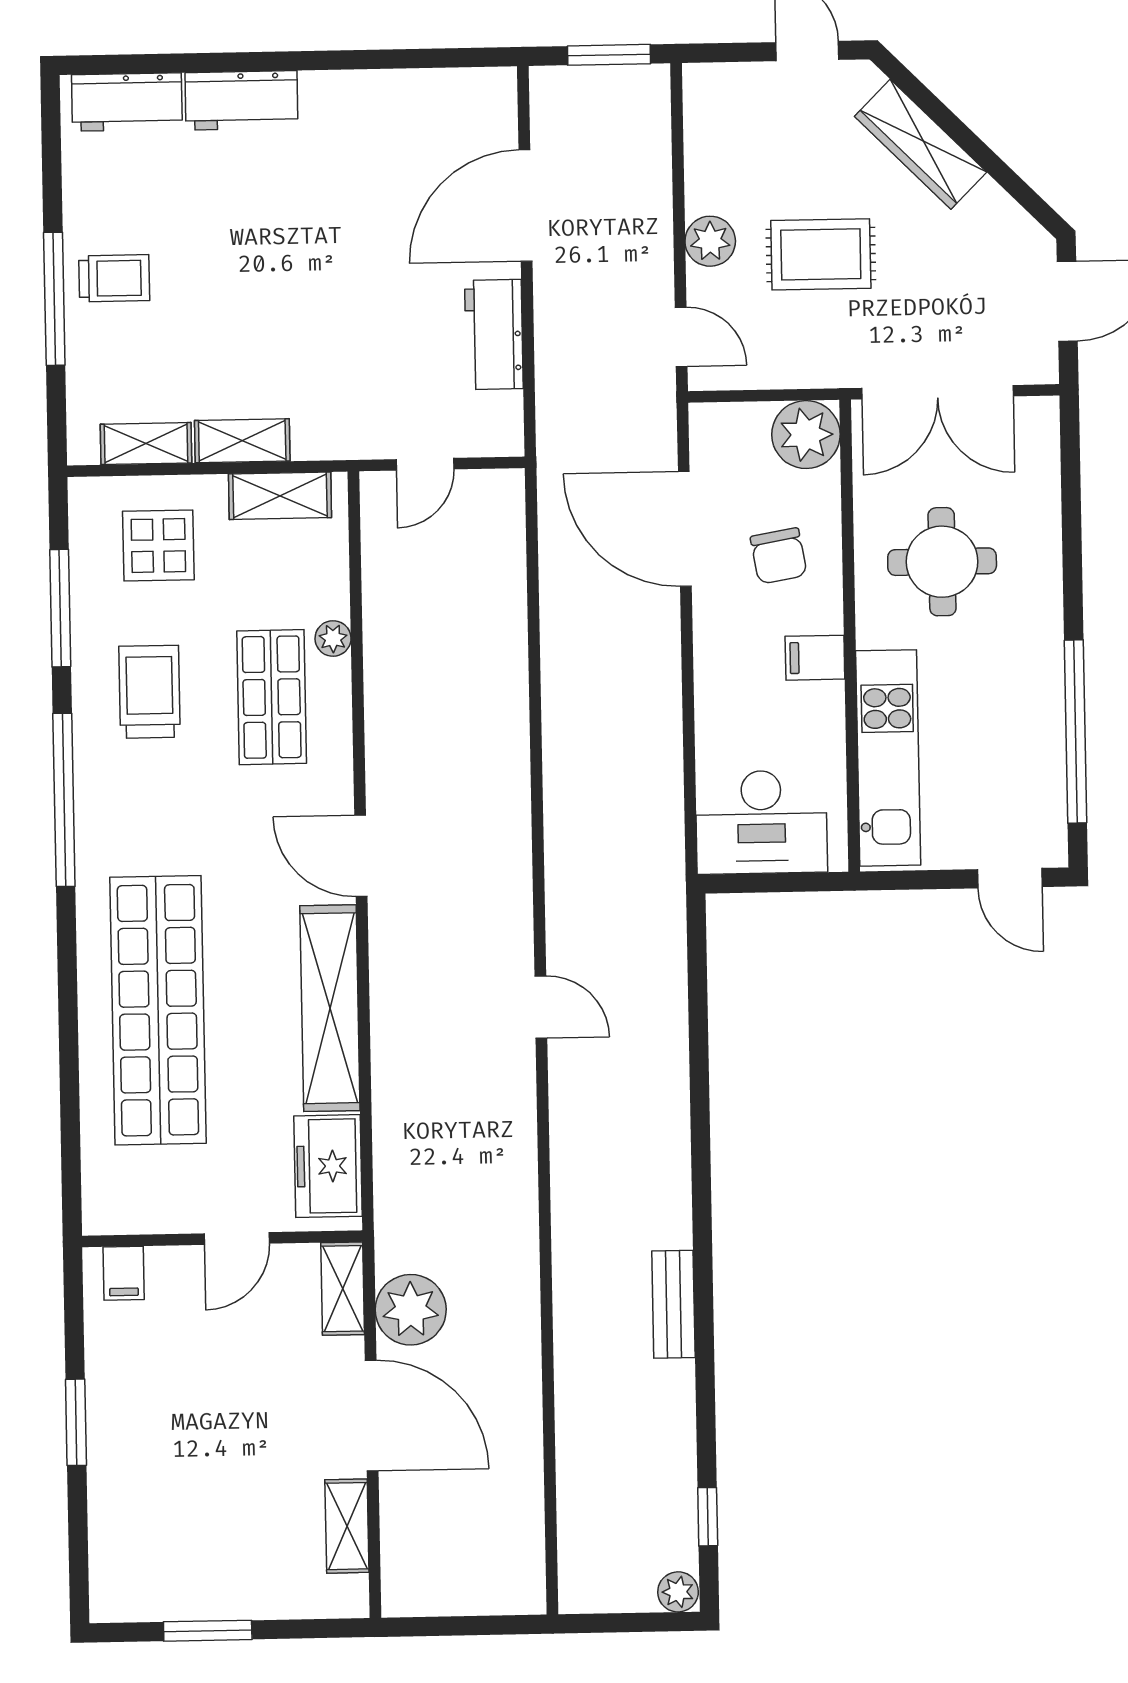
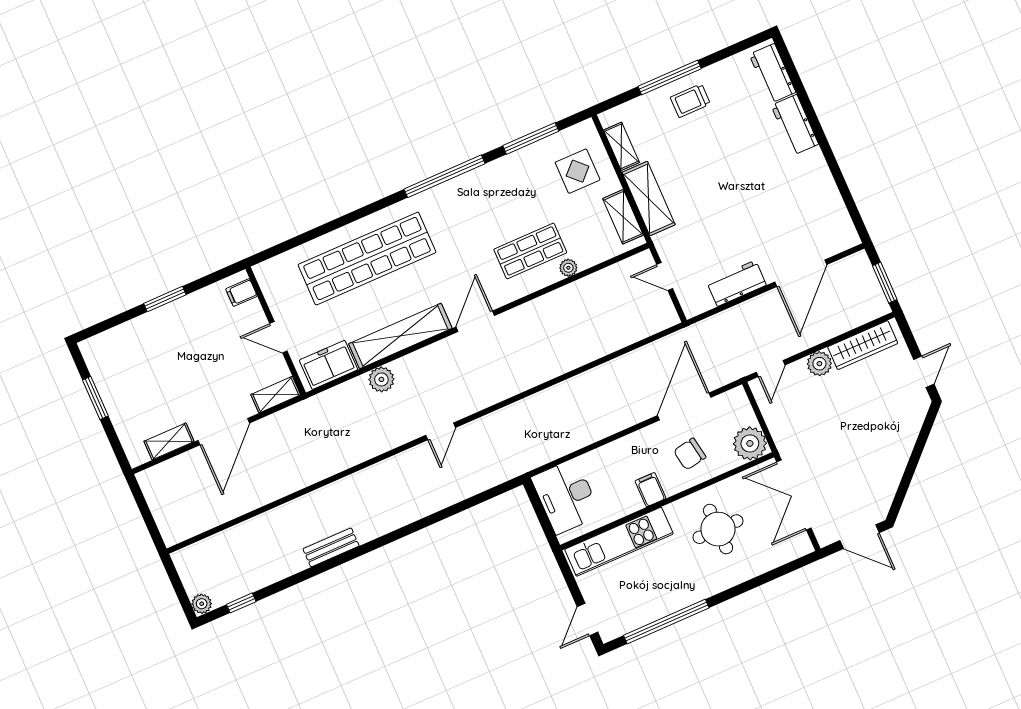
wardrobe: (921, 144) -> (863, 345), moved, turned -135
door: (525, 206) -> (801, 273), swing flipped
rug: (821, 254) -> (834, 416), removed
trolley: (114, 278) -> (690, 101), turned 90
shelving: (242, 441) -> (649, 199), width x1.50, depth x1.33
trolley: (149, 692) -> (510, 195), removed
plant: (411, 1310) -> (381, 379), moved, width x0.73, depth x0.73

